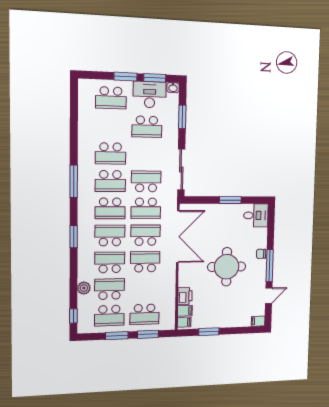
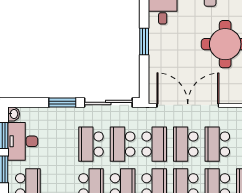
window: (182, 117) -> (62, 102), moved
school desk: (147, 127) -> (91, 144), moved, turned 180

